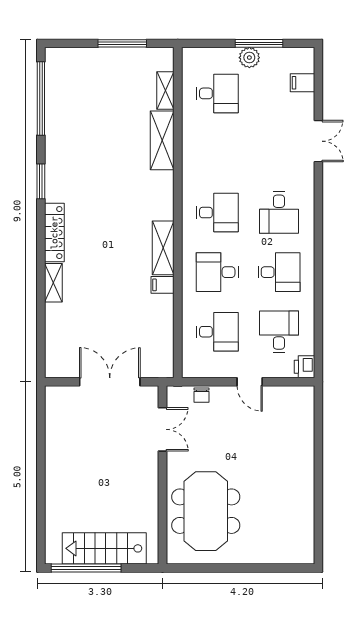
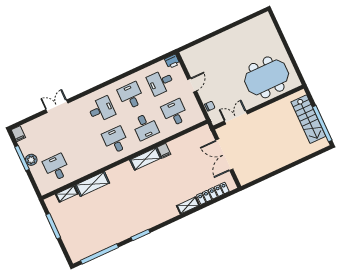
filing cabinet: (302, 83) -> (18, 134), moved
locker: (54, 233) -> (213, 193), moved

